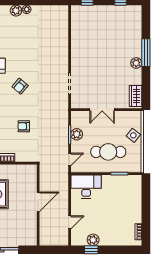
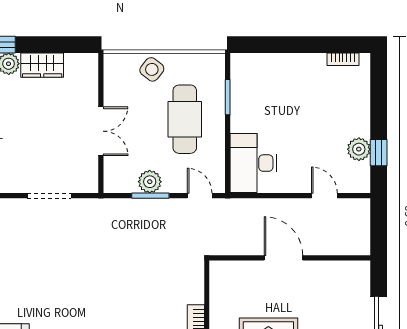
armchair: (20, 86) -> (54, 294), removed
wardrobe: (135, 96) -> (42, 65), moved
armchair: (24, 126) -> (134, 286), removed

